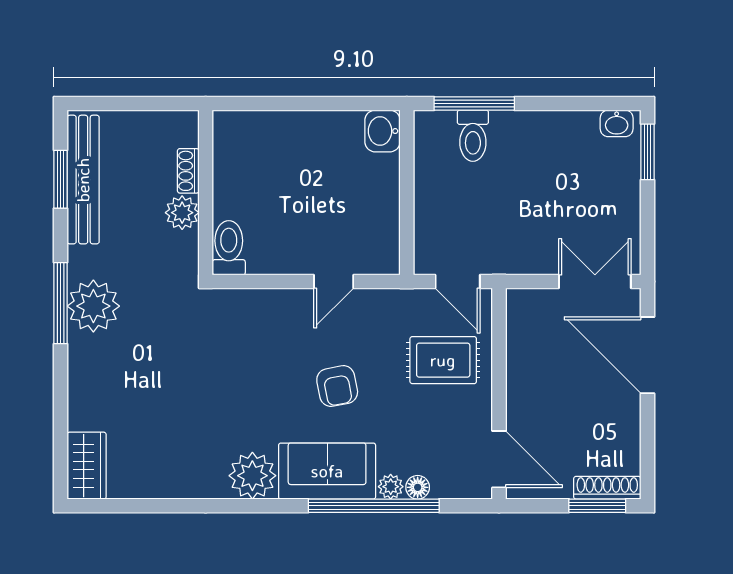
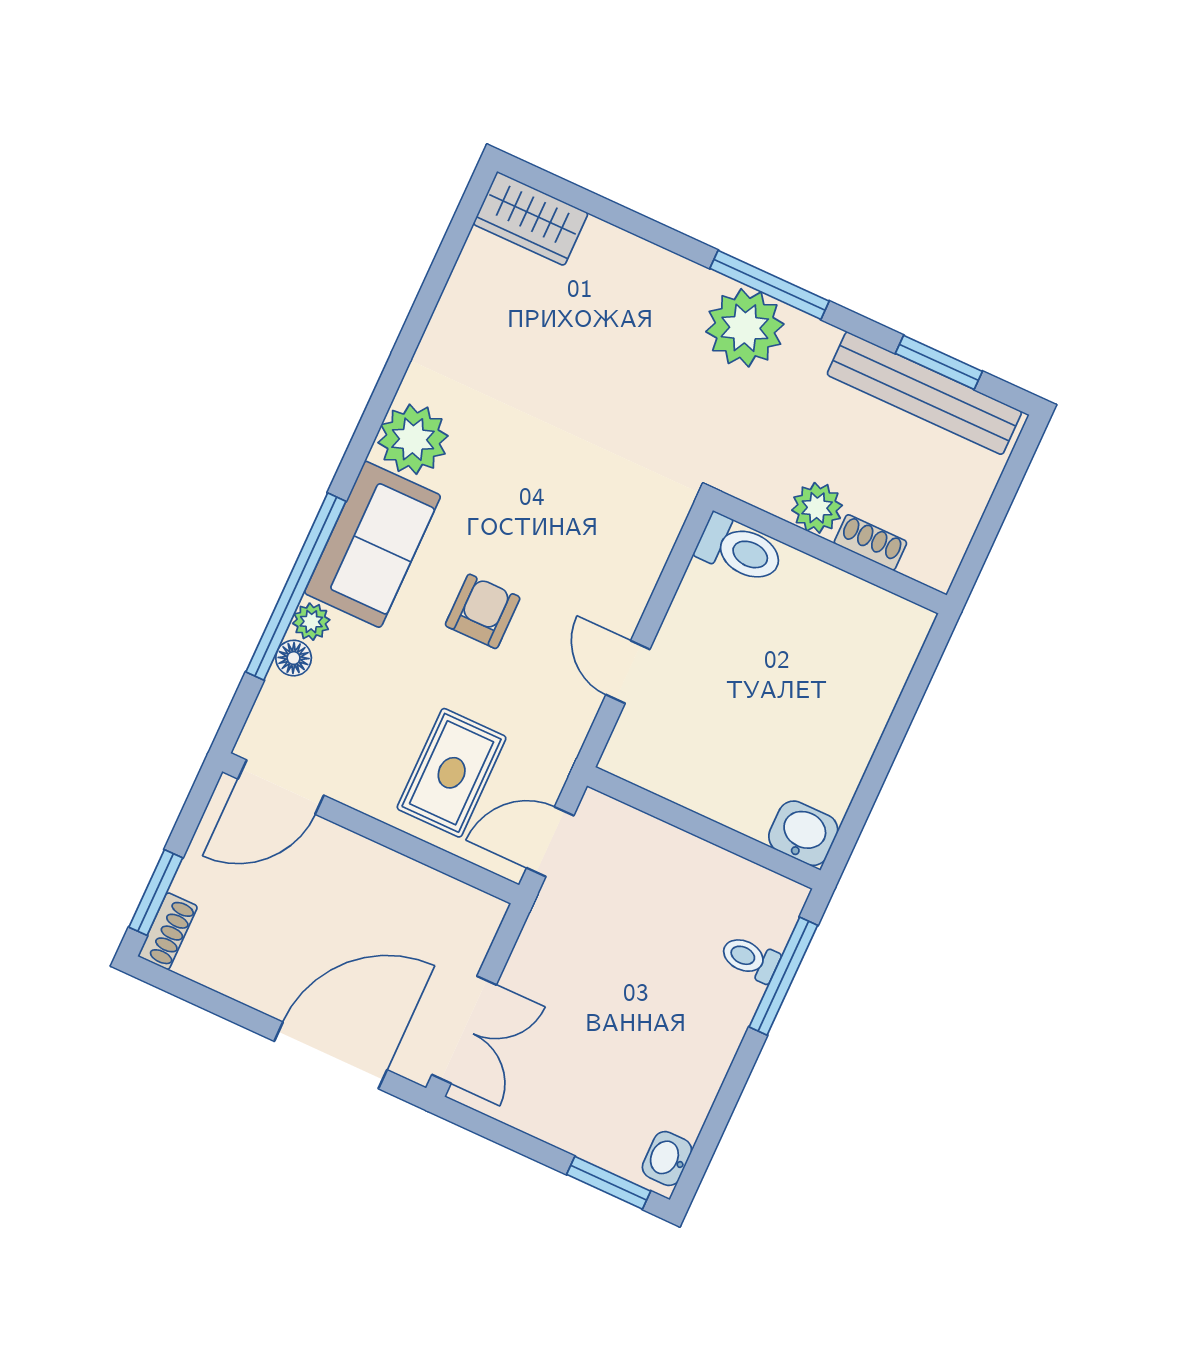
toilet: (473, 136) -> (750, 959), width x0.73, depth x0.72
armchair: (337, 386) -> (483, 611), turned 101
shoe rack: (607, 488) -> (168, 931), width x0.70

